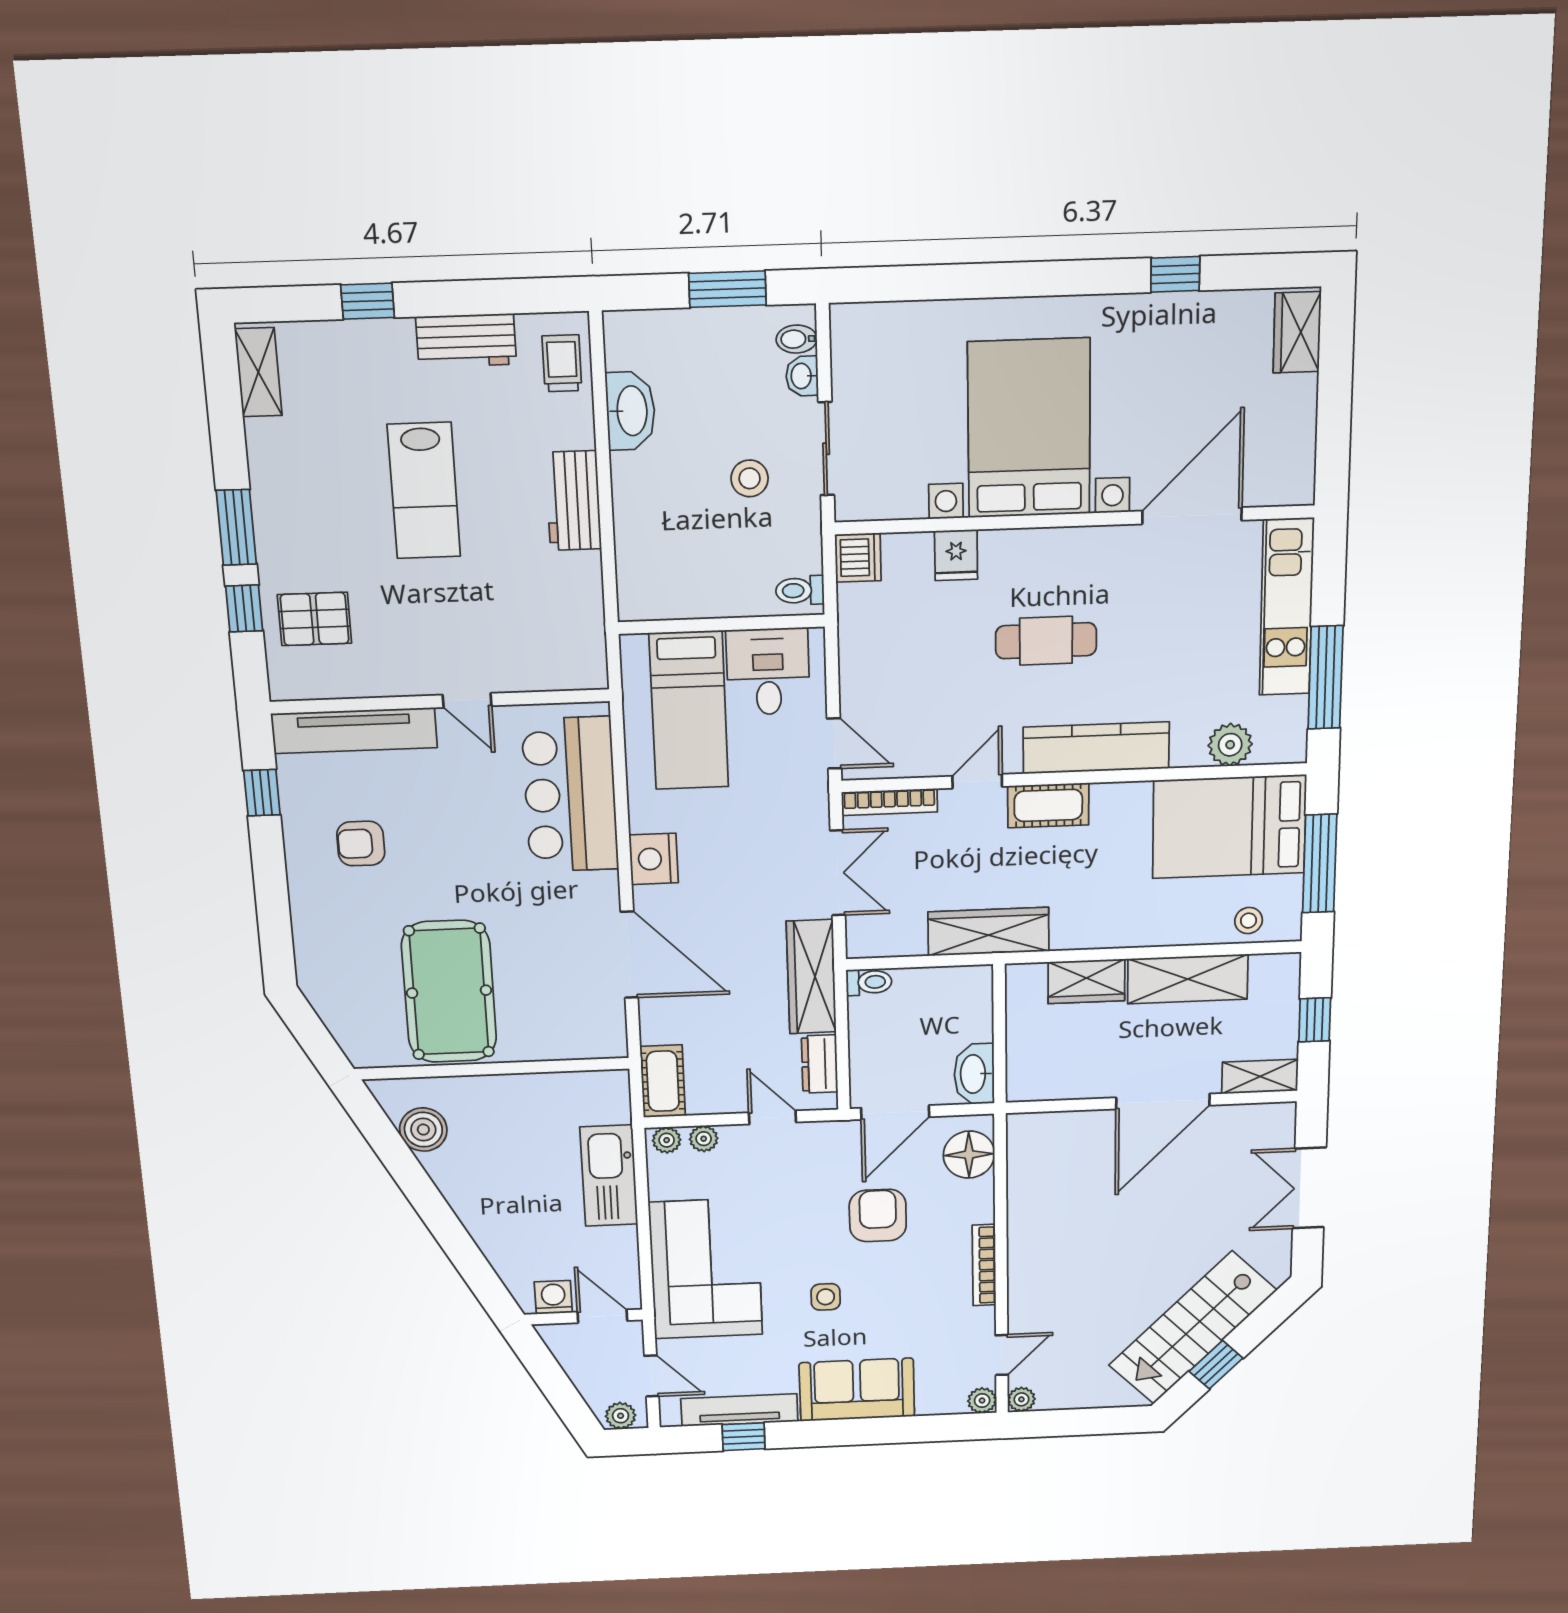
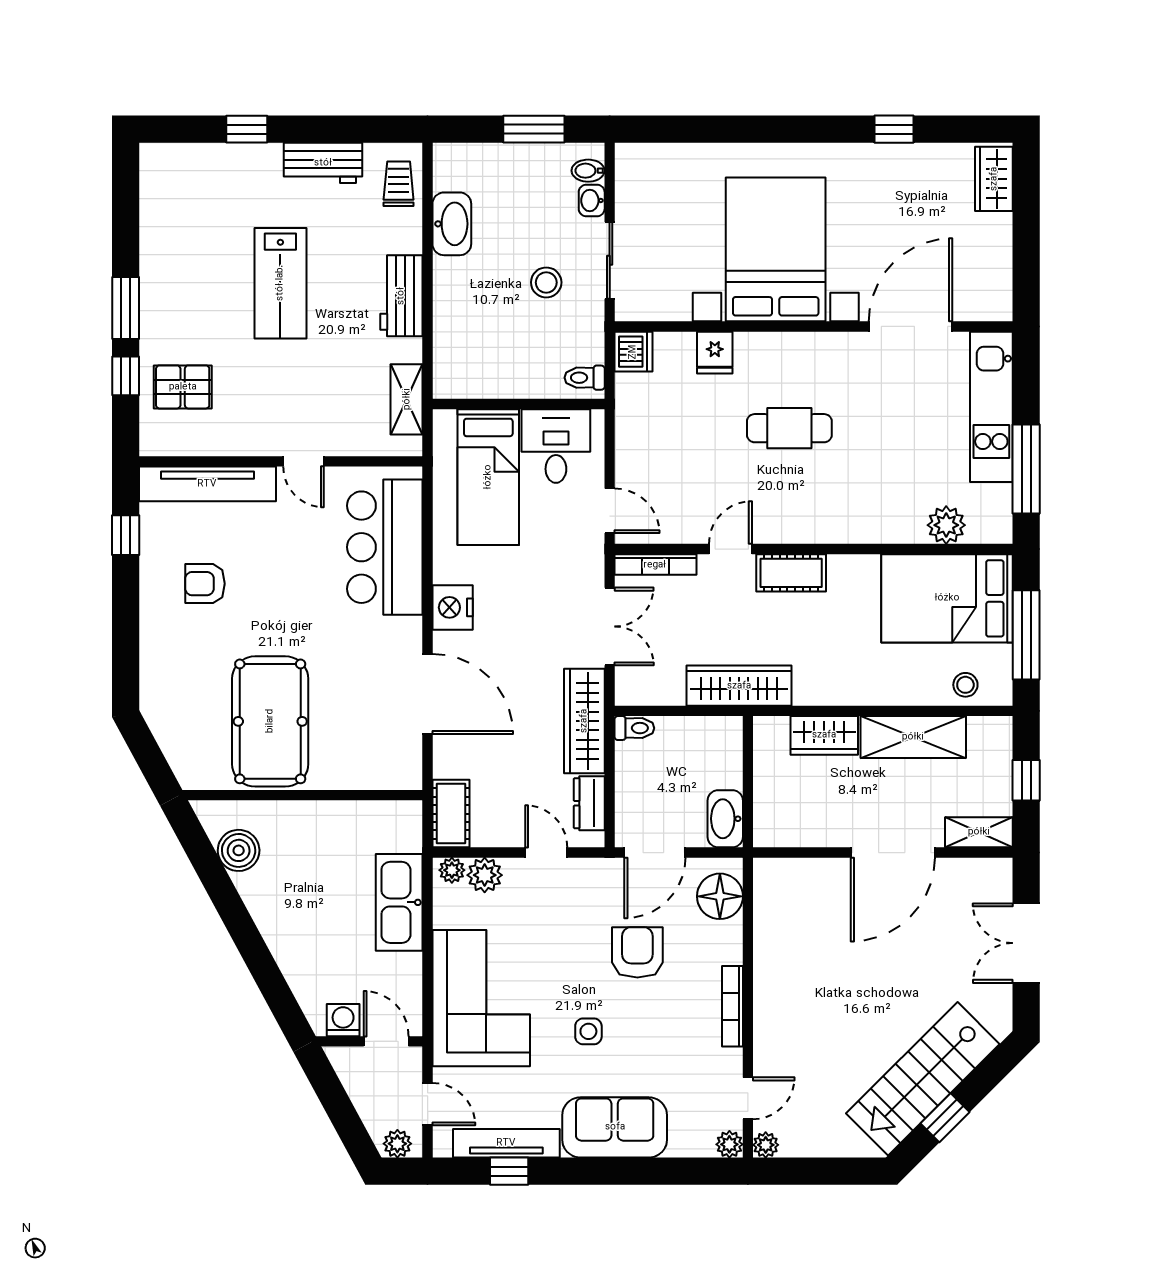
shelving: (258, 372) -> (407, 399), moved
kitchen counter: (1096, 748) -> (832, 523), removed
plant: (704, 1139) -> (485, 875), width x1.38, depth x1.38

